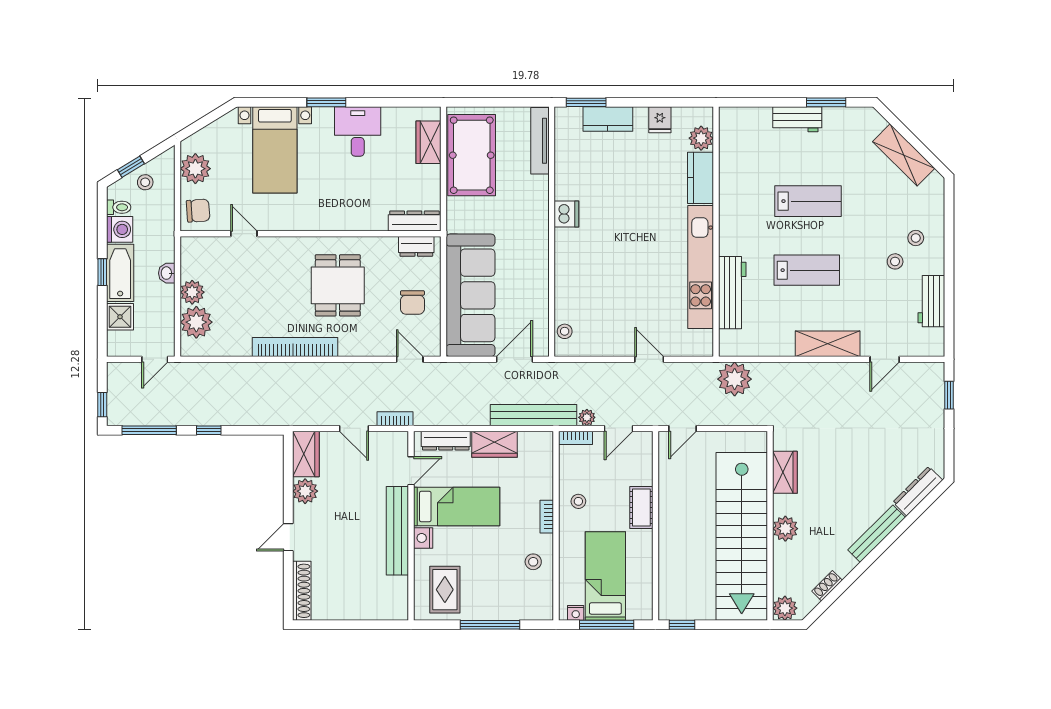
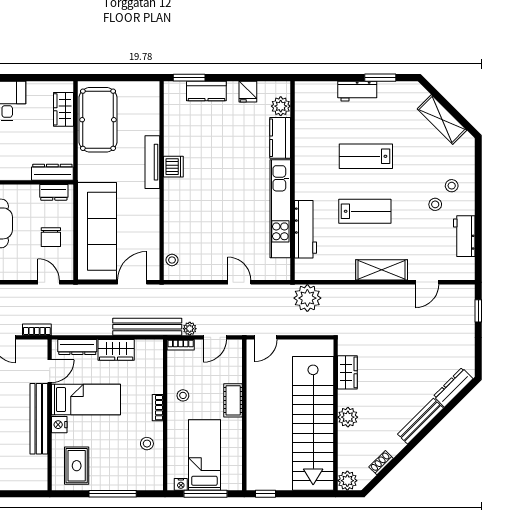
tv unit: (540, 141) -> (152, 162), moved
lab bench: (808, 201) -> (366, 156), turned 180

